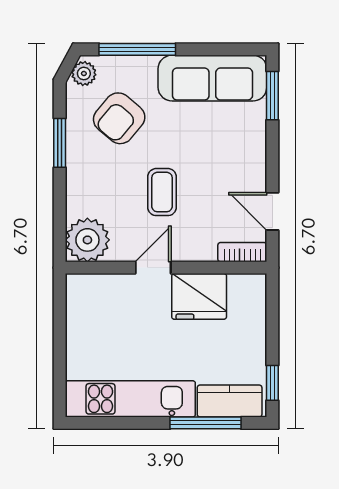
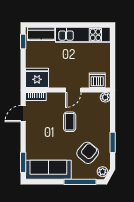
door: (272, 211) -> (23, 114), swing flipped
plant: (87, 240) -> (105, 97), width x0.53, depth x0.53
dishwasher: (96, 291) -> (97, 80), added
fridge: (199, 296) -> (37, 78), moved
window: (206, 423) -> (51, 25), removed

